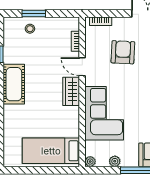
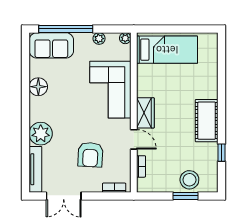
stool: (30, 29) -> (189, 180), width x1.89, depth x1.89

